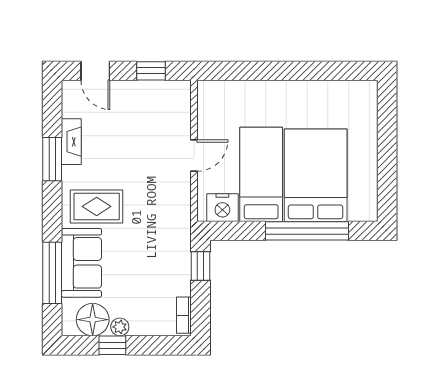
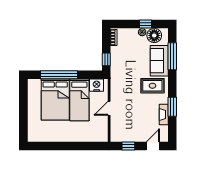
door: (95, 71) -> (153, 146), hinge flipped

